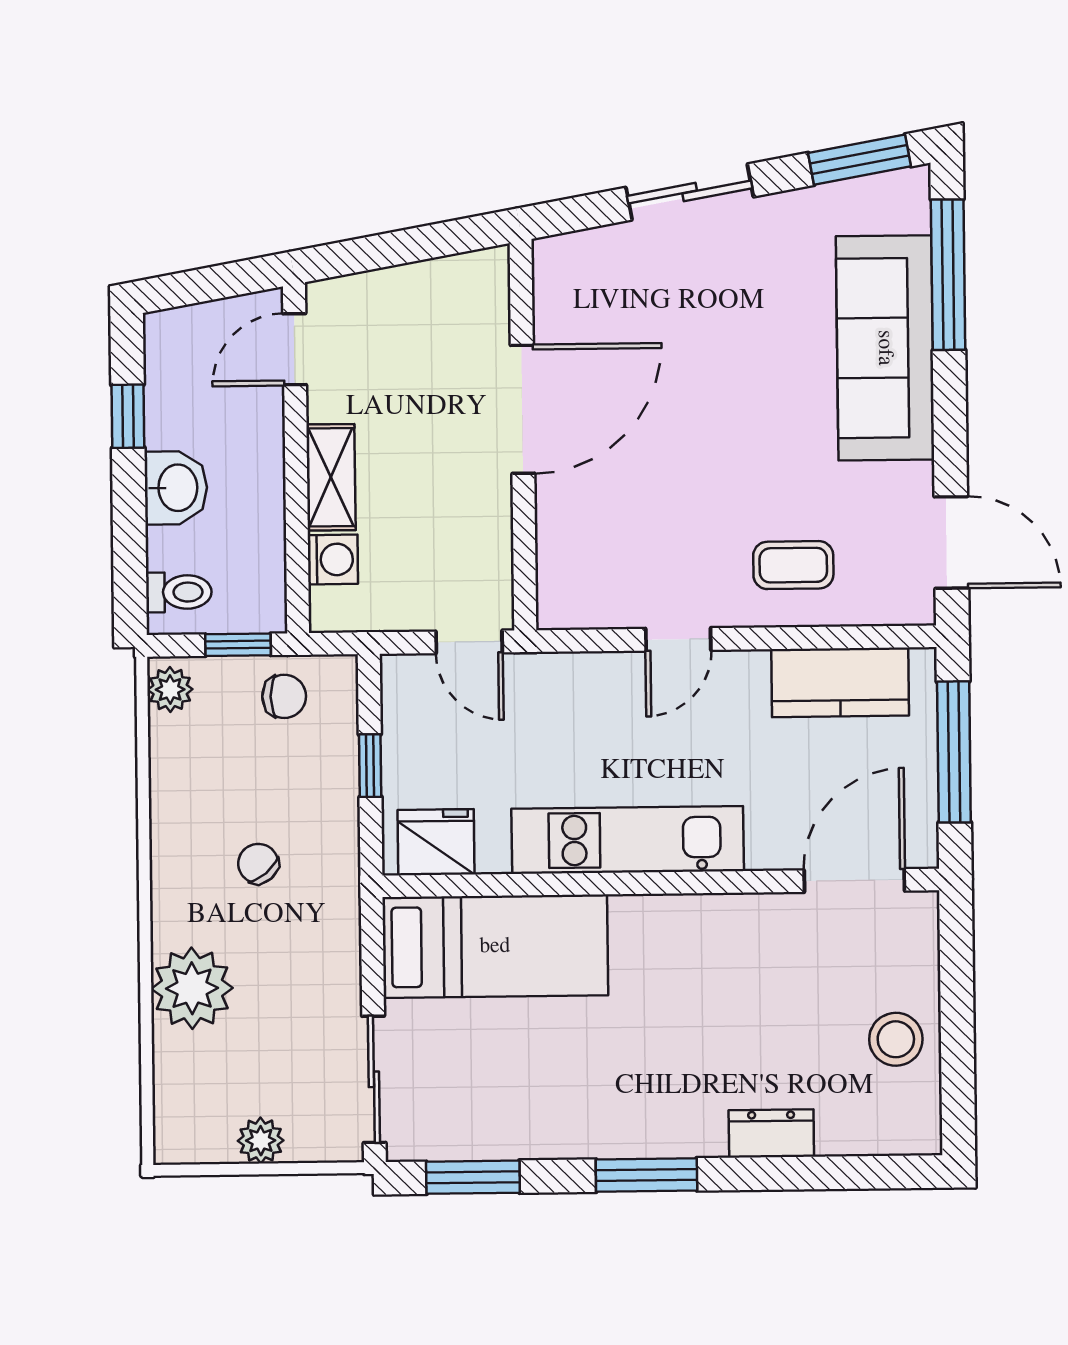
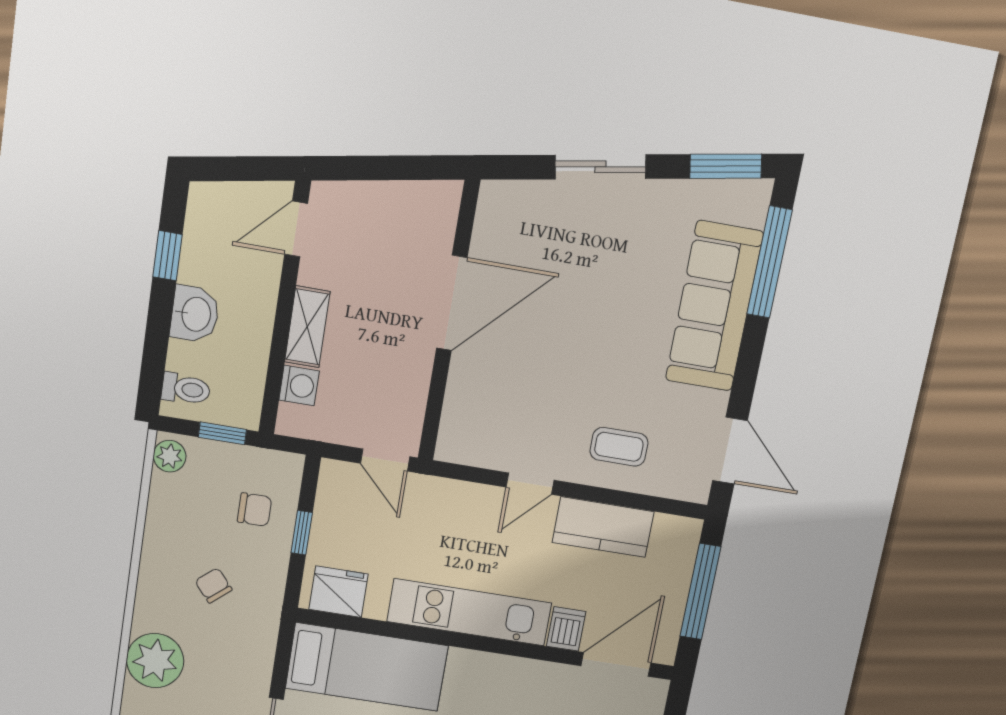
kitchen counter: (840, 682) -> (603, 527), moved
chair: (284, 696) -> (255, 510), moved
dishwasher: (771, 840) -> (566, 629), added

